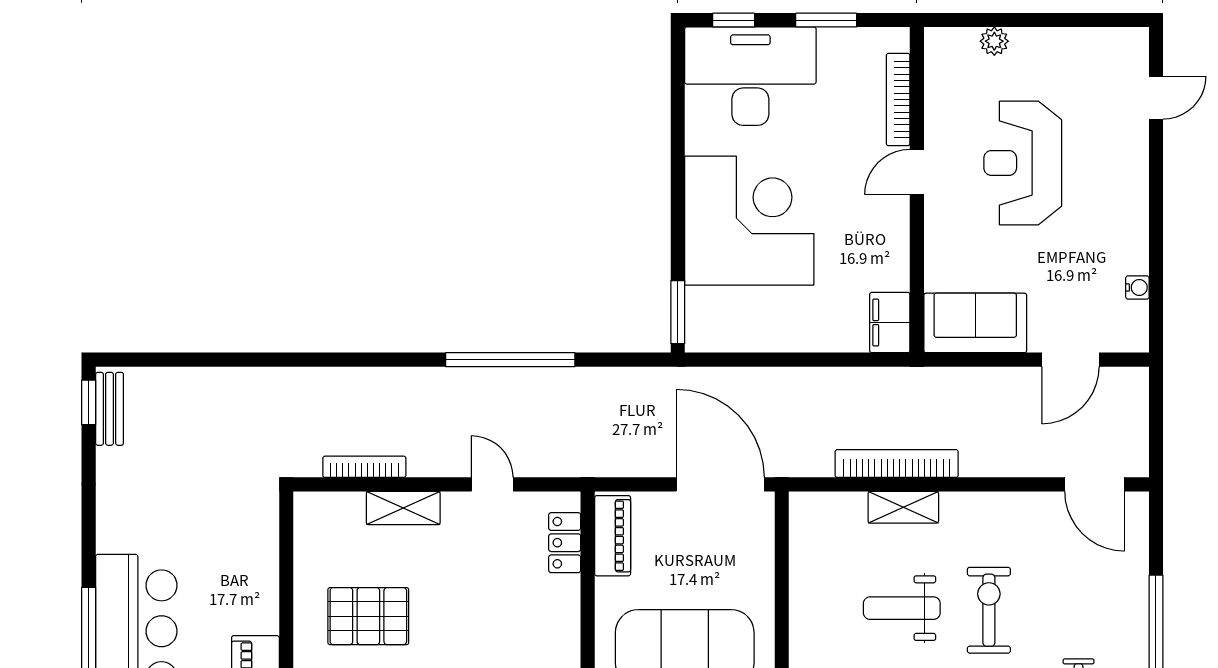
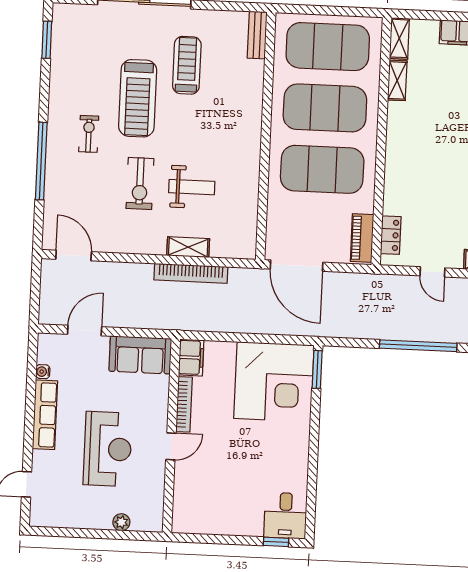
window: (826, 20) -> (221, 539), removed
desk: (750, 76) -> (285, 516), width x0.53, depth x0.77
bookcase: (898, 100) -> (184, 404), moved
row of seats: (1130, 215) -> (45, 415), added
corner desk: (749, 221) -> (274, 382), moved, turned -90

